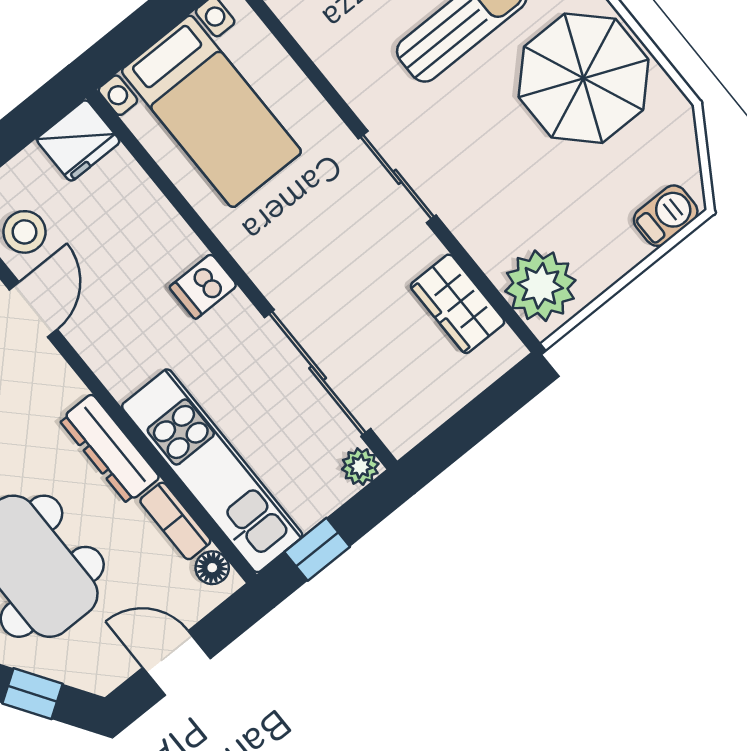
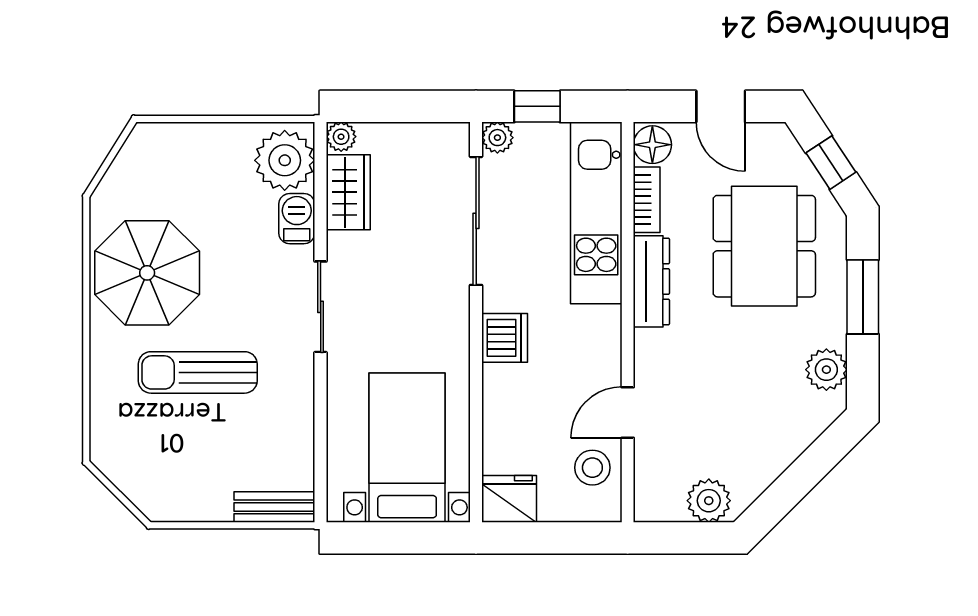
barbecue: (666, 216) -> (297, 219), moved, turned 90
dishwasher: (203, 286) -> (505, 338), width x1.38
plant: (506, 350) -> (341, 137), added
window: (317, 549) -> (537, 106), moved
floor lamp: (212, 568) -> (652, 145), width x1.37, depth x1.37

